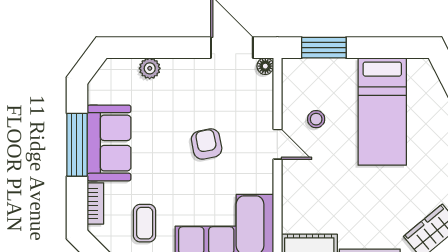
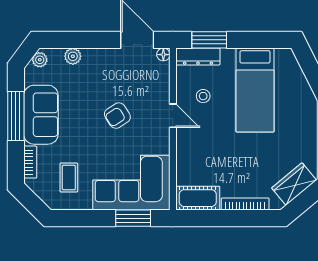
dresser: (310, 69) -> (198, 57), added
plant: (107, 73) -> (40, 60), added
armchair: (207, 144) -> (117, 116), turned -112

